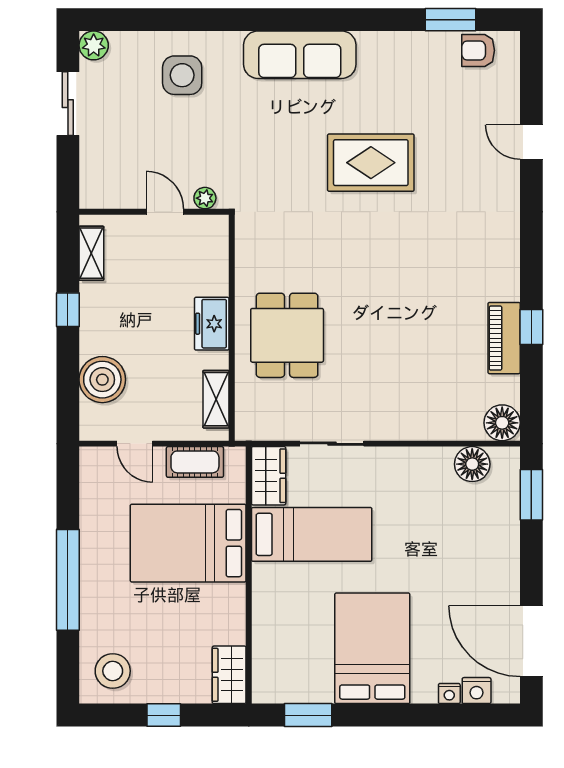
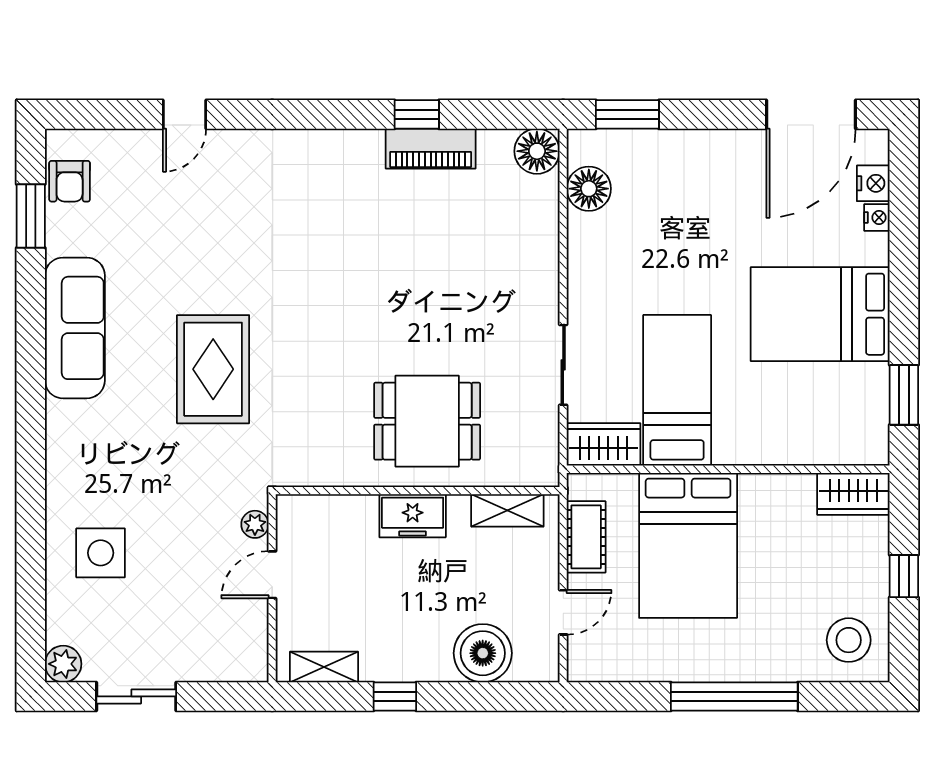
sofa: (300, 55) -> (75, 328), moved
rug: (371, 163) -> (213, 369), moved

